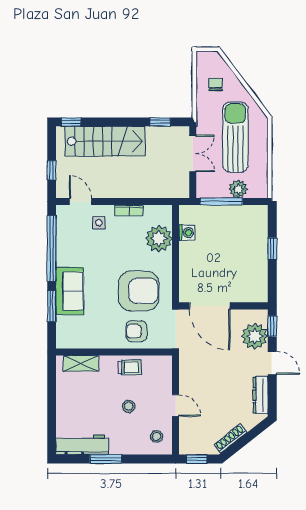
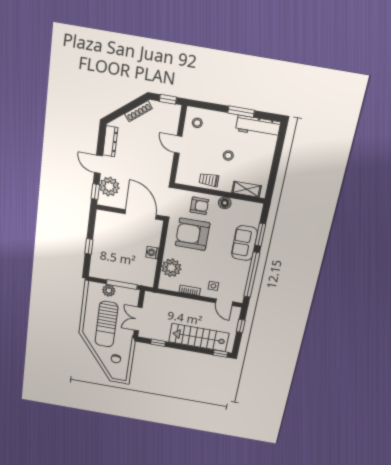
washing machine: (187, 233) -> (152, 253), moved
floor lamp: (105, 341) -> (225, 203), added
stool: (129, 406) -> (228, 156), moved

